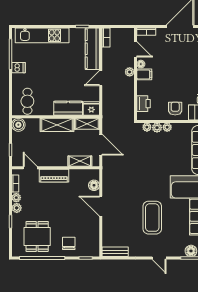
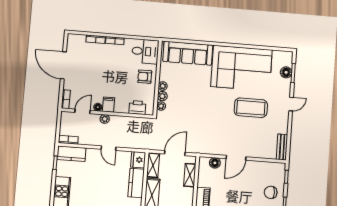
kitchen counter: (92, 49) -> (71, 154), width x0.67

